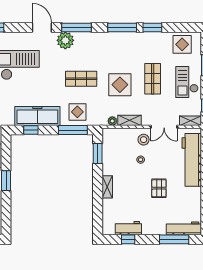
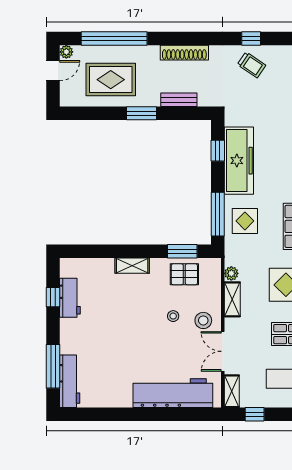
pallet: (159, 188) -> (184, 274), moved

